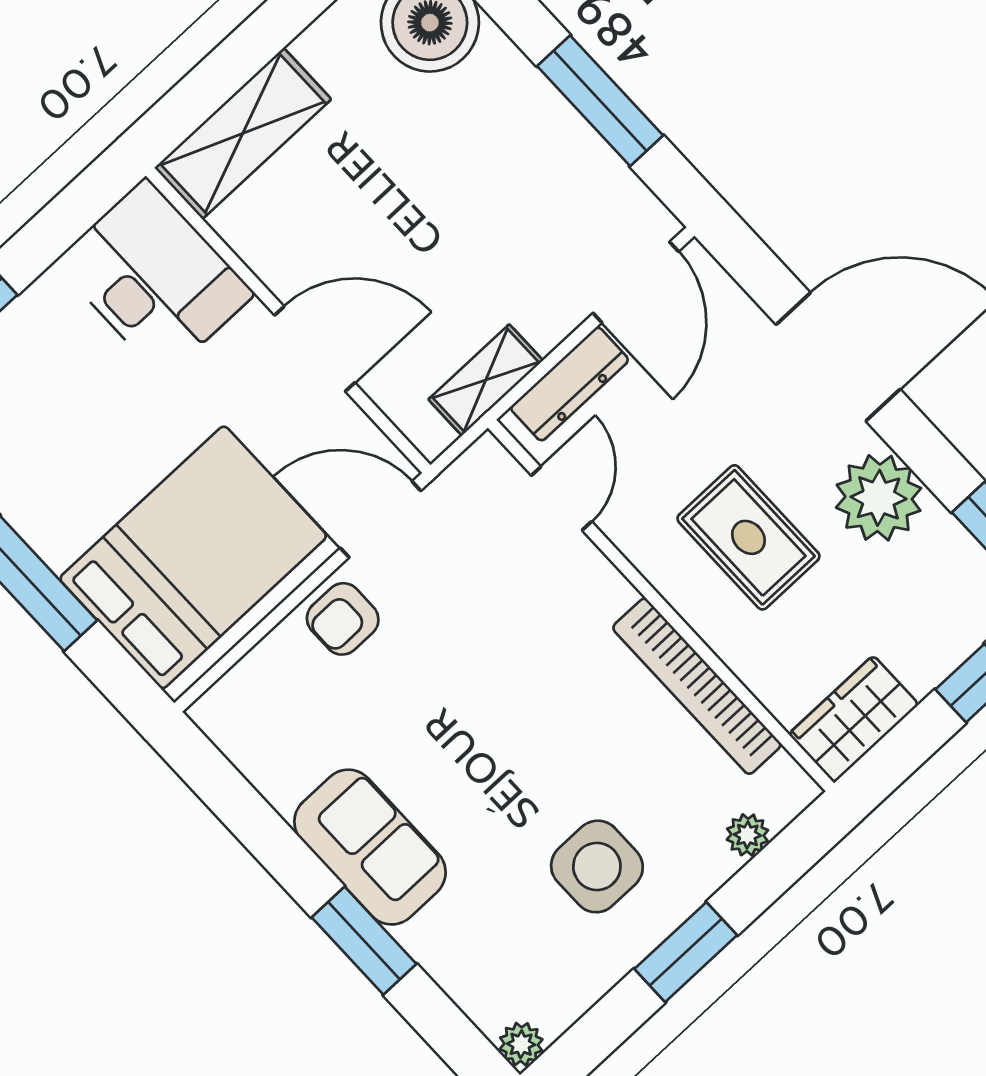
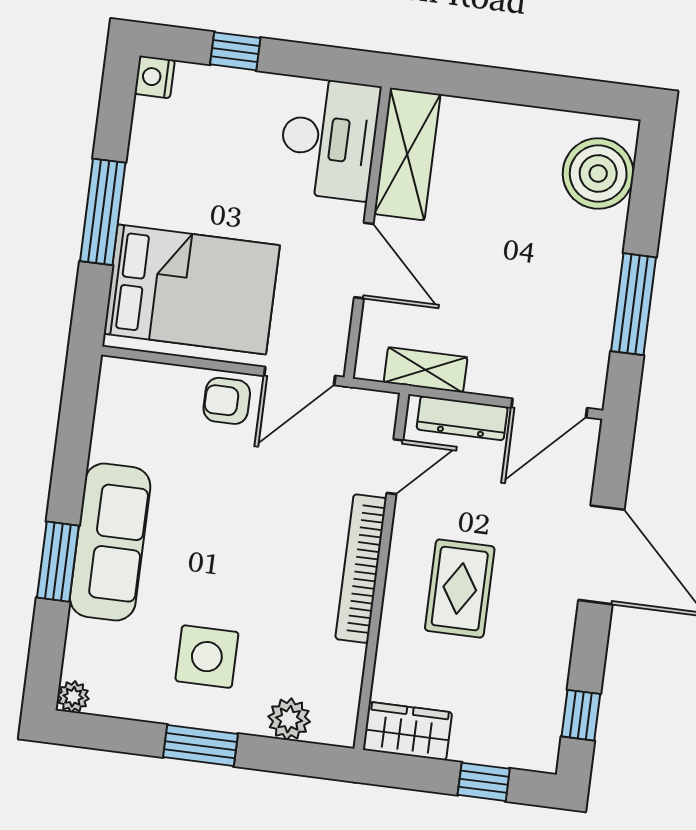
shelving: (243, 133) -> (407, 154), moved, turned 90
plant: (879, 498) -> (542, 642), removed
door: (381, 519) -> (300, 376), swing flipped
bookcase: (697, 686) -> (361, 569), moved
plant: (747, 835) -> (289, 719), width x1.38, depth x1.38
sofa: (370, 847) -> (110, 542), width x1.36

